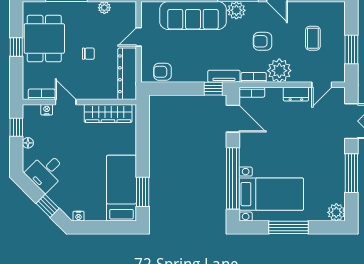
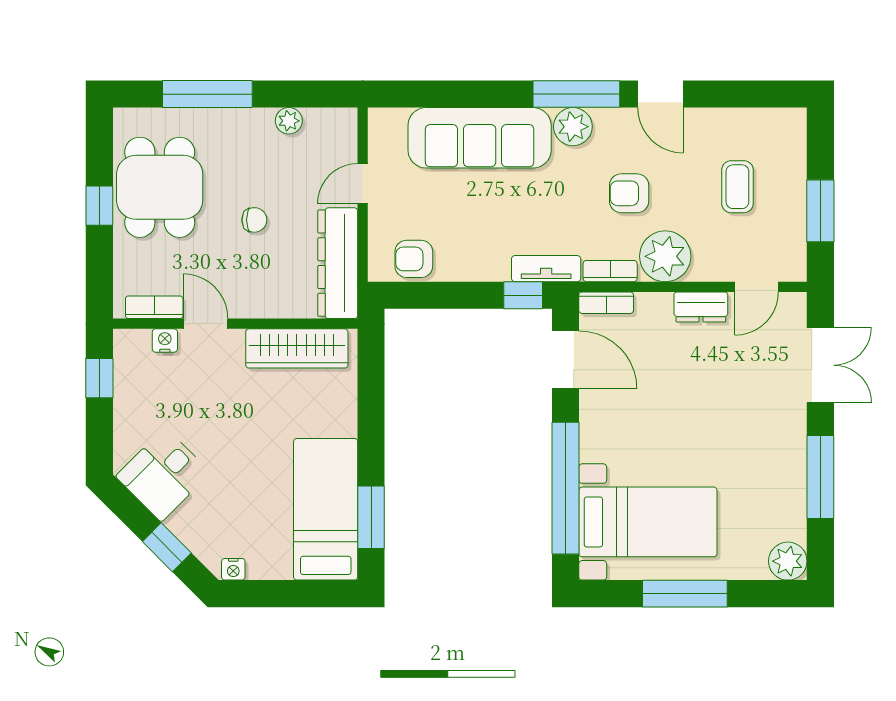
floor lamp: (28, 143) -> (124, 412), removed

